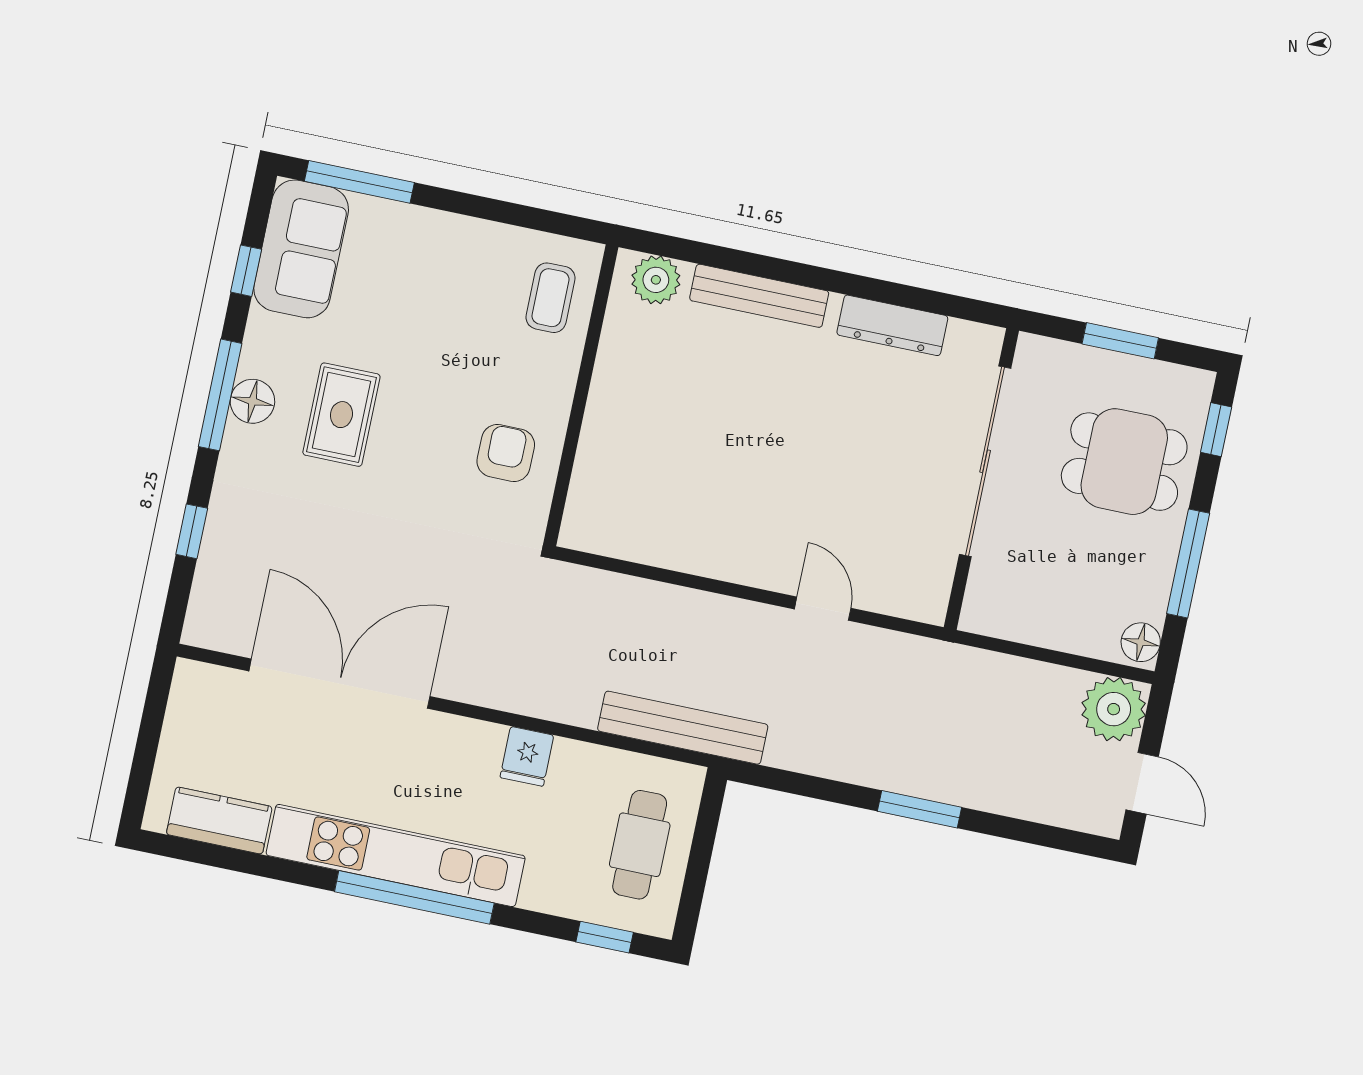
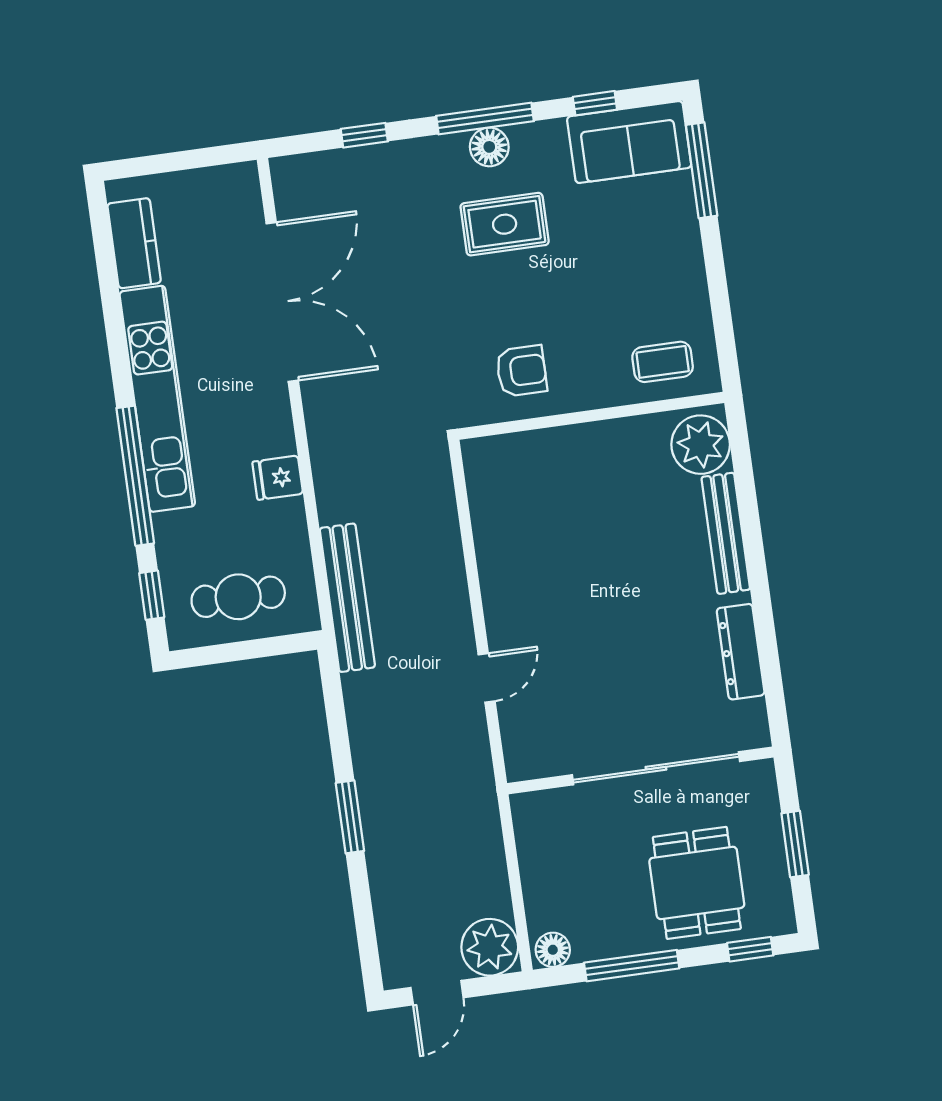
plant: (656, 280) -> (701, 445), width x1.36, depth x1.36
window: (414, 897) -> (135, 476), moved

